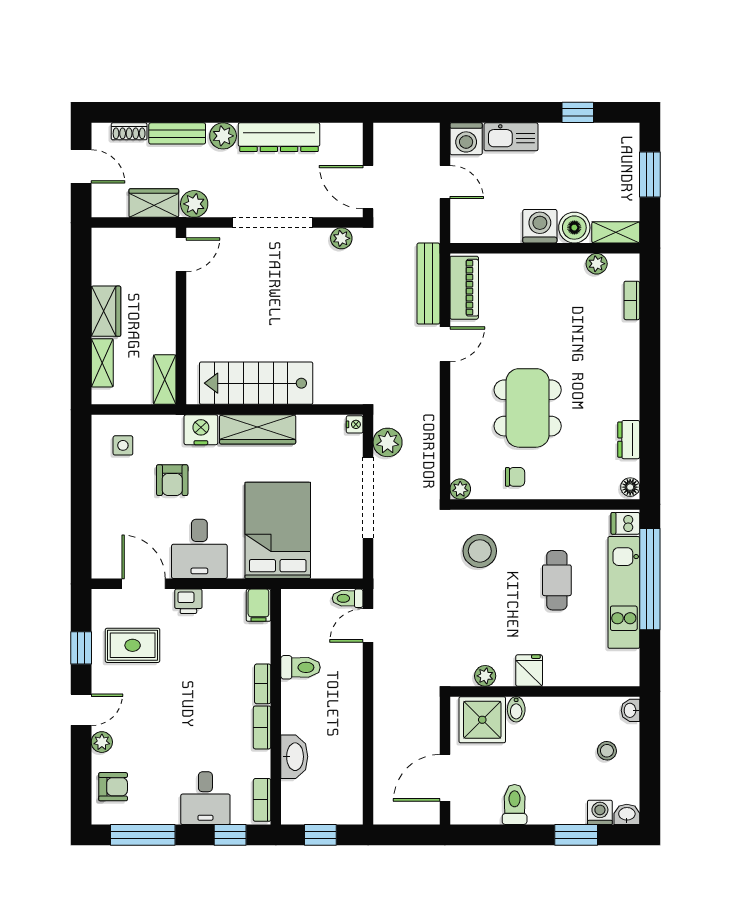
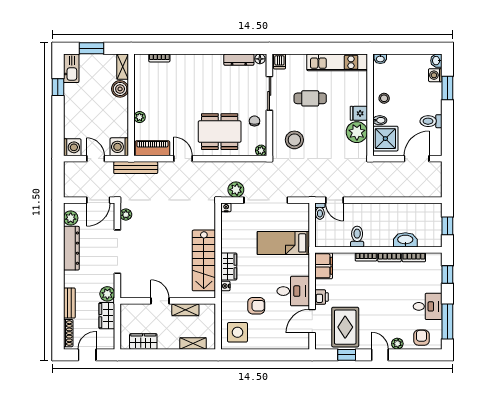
shoe rack: (129, 131) -> (68, 333), width x1.43
plant: (223, 136) -> (71, 218), moved
kitchen sink: (511, 137) -> (71, 68), moved
door: (445, 182) -> (96, 159), hinge flipped
washing machine: (540, 226) -> (119, 147), moved
door: (181, 255) -> (160, 301), moved
plant: (597, 264) -> (140, 117), moved
bench: (428, 284) -> (136, 168), moved
wardrobe: (106, 311) -> (143, 341), moved
shelving: (165, 380) -> (185, 310), moved
dining table: (528, 408) -> (220, 132), moved
wardrobe: (258, 429) -> (229, 266), width x0.67
nightstand: (201, 430) -> (225, 286), width x0.53, depth x0.56
dresser: (629, 440) -> (239, 60), width x1.44
side table: (123, 445) -> (237, 332), width x1.87, depth x1.87
sliding door: (566, 504) -> (269, 93), added
bed: (278, 530) -> (283, 243), width x0.67
window: (650, 579) -> (310, 48), removed
kitchen unit: (624, 592) -> (337, 62), moved
filing cabinet: (258, 605) -> (324, 266), width x2.00
rug: (133, 645) -> (345, 327), width x1.36, depth x1.43
plant: (485, 676) -> (357, 132), width x1.88, depth x1.88
stool: (607, 751) -> (384, 98), moved
door: (445, 778) -> (417, 159), swing flipped
desk: (205, 798) -> (428, 306), moved
bookcase: (262, 800) -> (414, 257), moved

